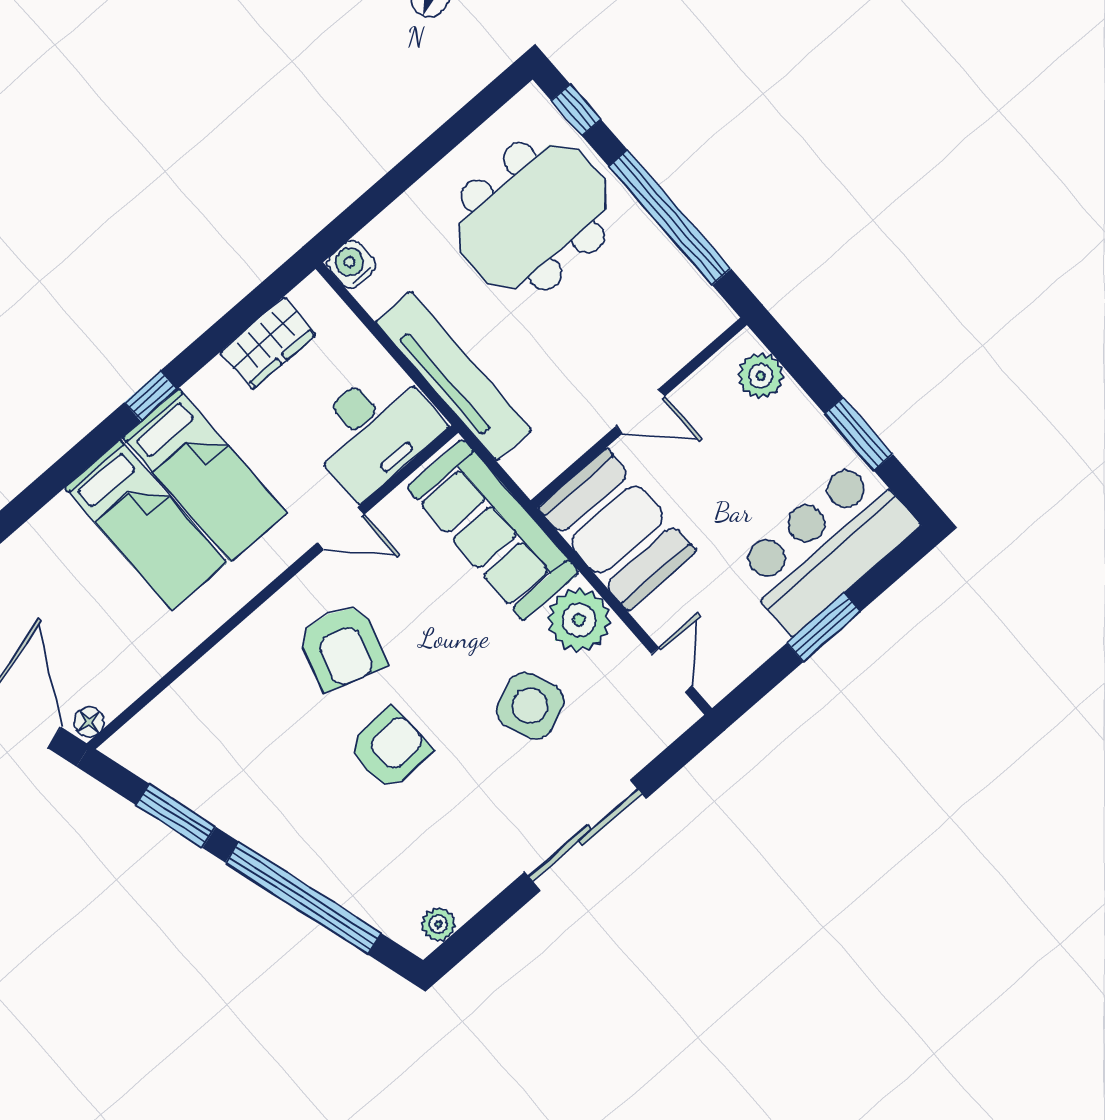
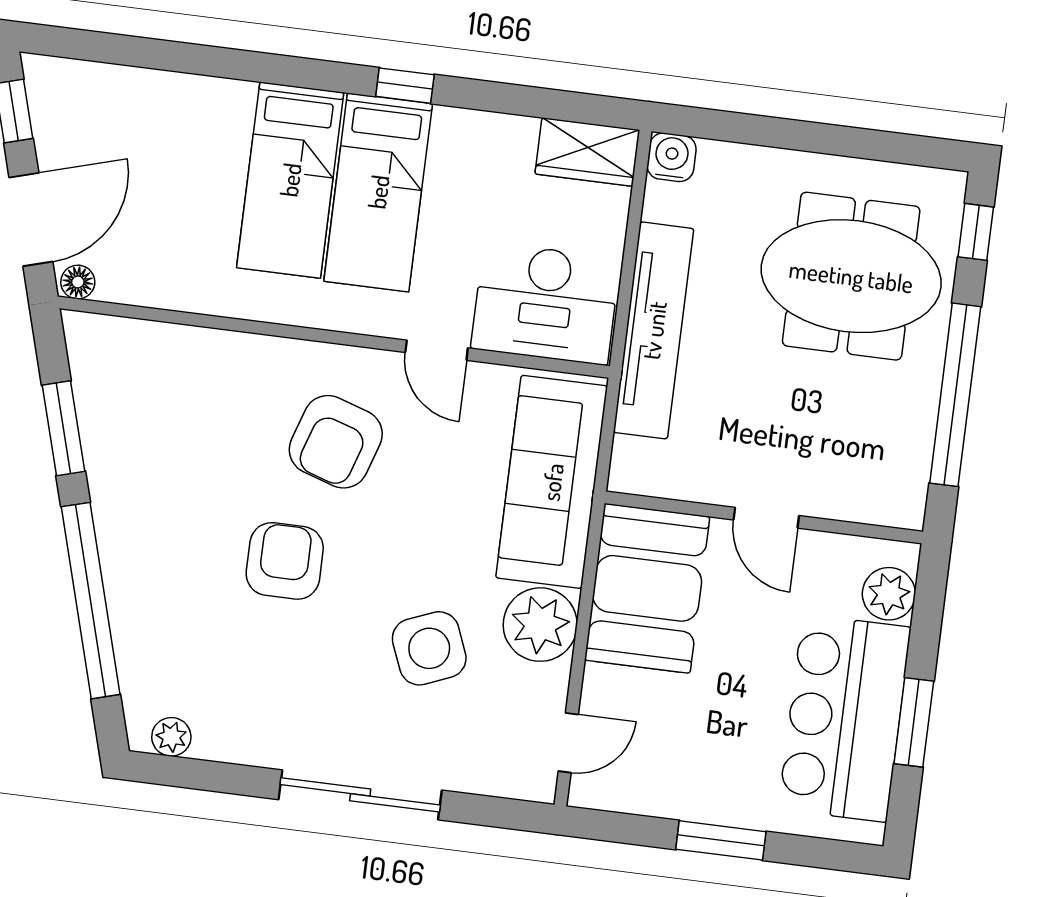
wardrobe: (268, 343) -> (587, 152), moved
bar counter: (826, 546) -> (845, 718), moved, turned -90
armchair: (390, 749) -> (285, 561), turned -88

